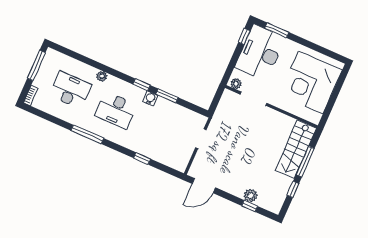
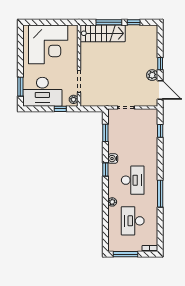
window: (244, 36) -> (60, 109), moved
window: (167, 96) -> (105, 133), moved
window: (142, 158) -> (160, 131), moved
plant: (251, 196) -> (152, 75), moved
window: (250, 206) -> (160, 64), moved

